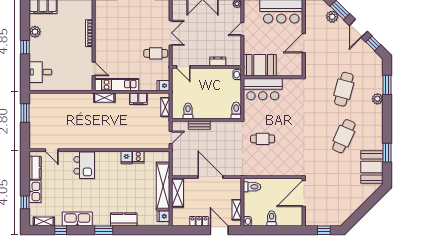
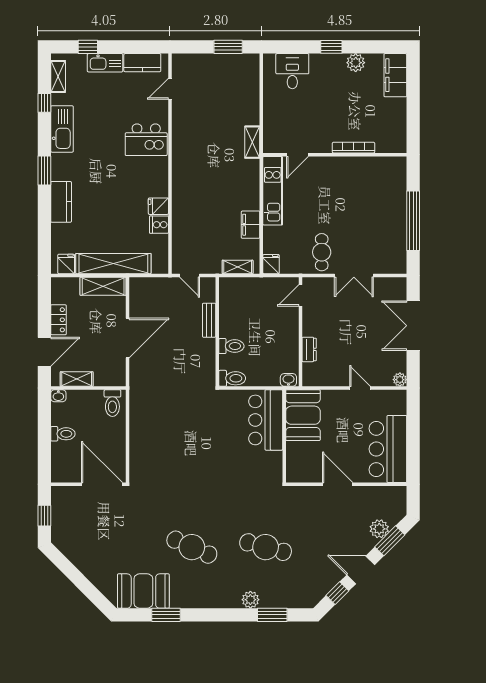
shelving: (104, 98) -> (252, 142), moved
toilet: (188, 111) -> (231, 346), moved
cafe table: (263, 139) -> (188, 420), removed

